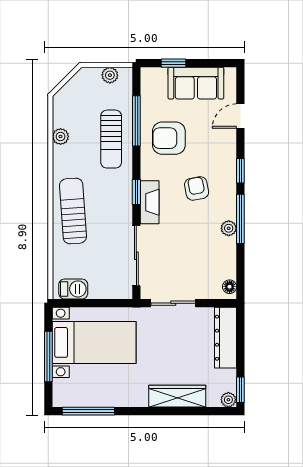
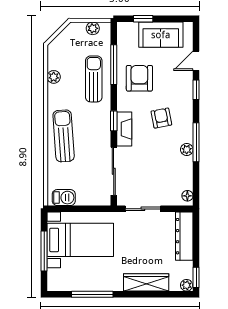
armchair: (169, 138) -> (139, 78), turned 90
sun lounger: (111, 139) -> (94, 79), turned 180
window: (240, 171) -> (196, 90), moved
window: (88, 411) -> (92, 294), moved

